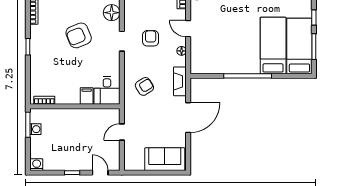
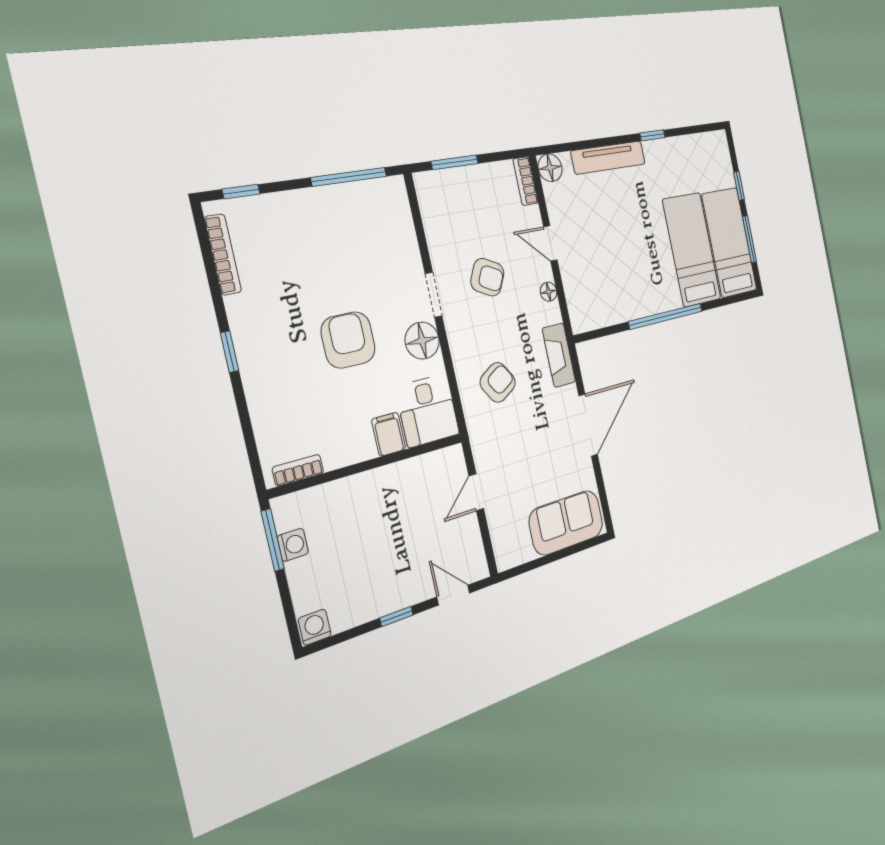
floor lamp: (112, 13) -> (422, 341), moved
armchair: (79, 35) -> (348, 340), moved, turned 112
armchair: (151, 38) -> (487, 277), turned 117

